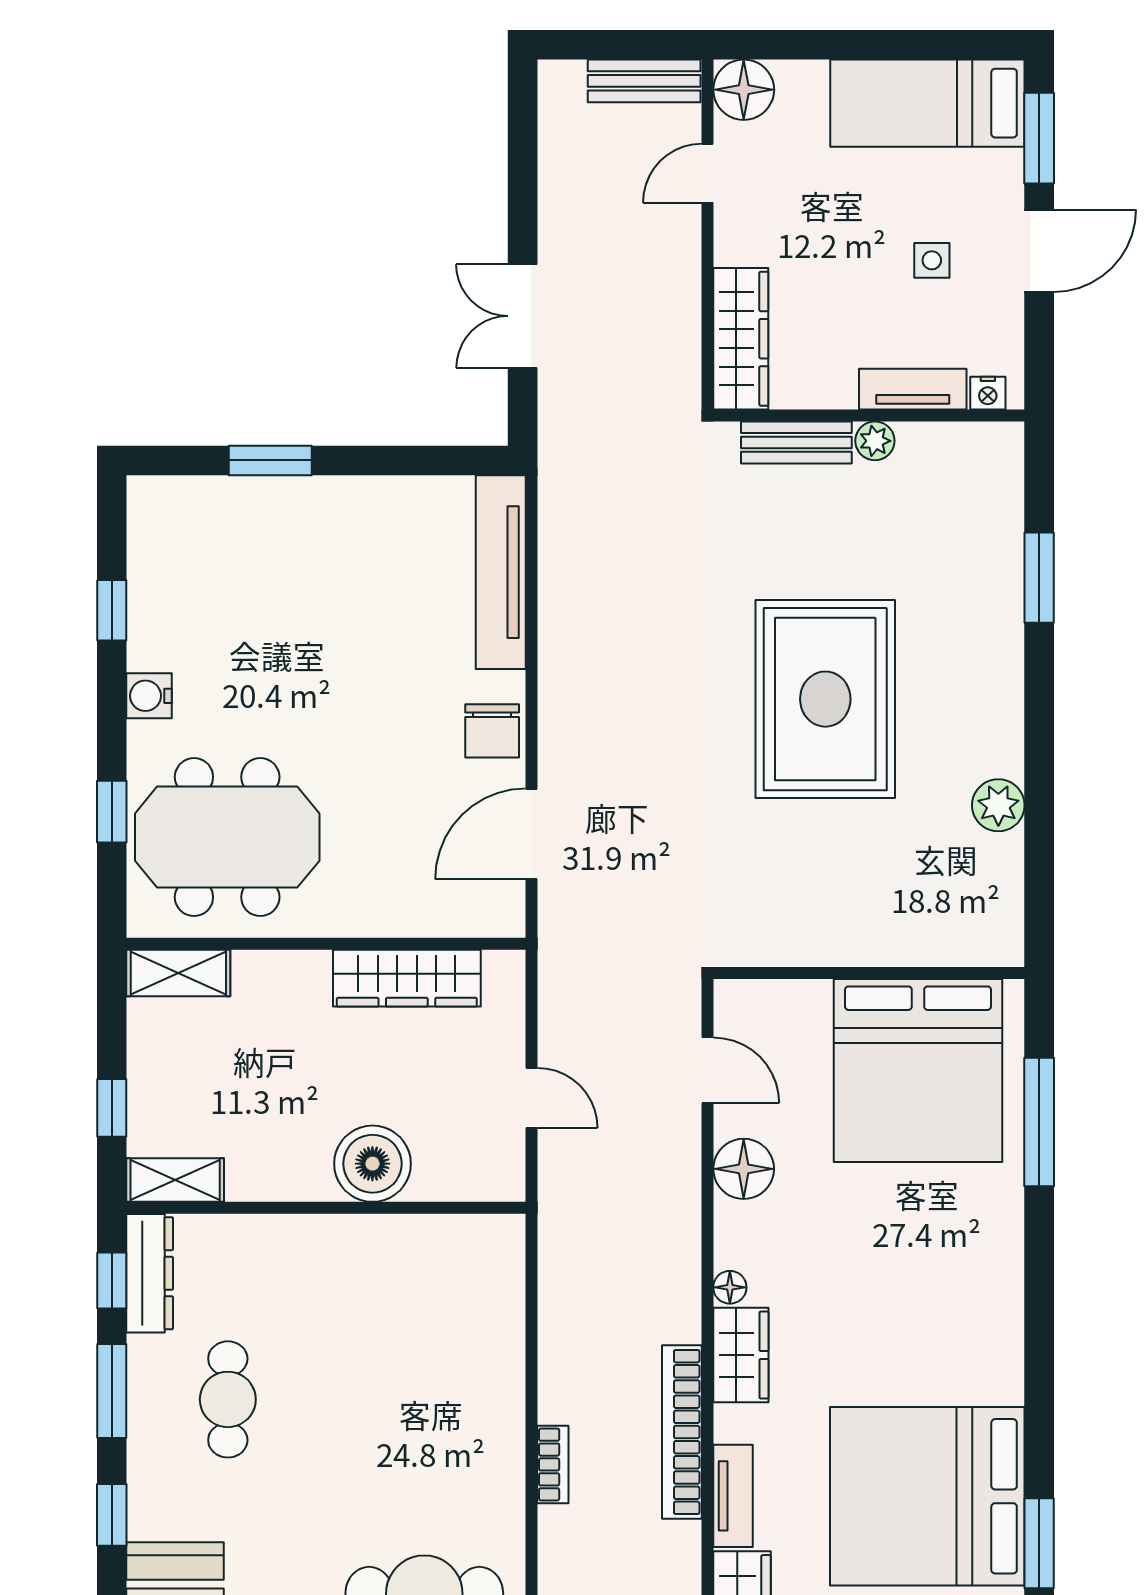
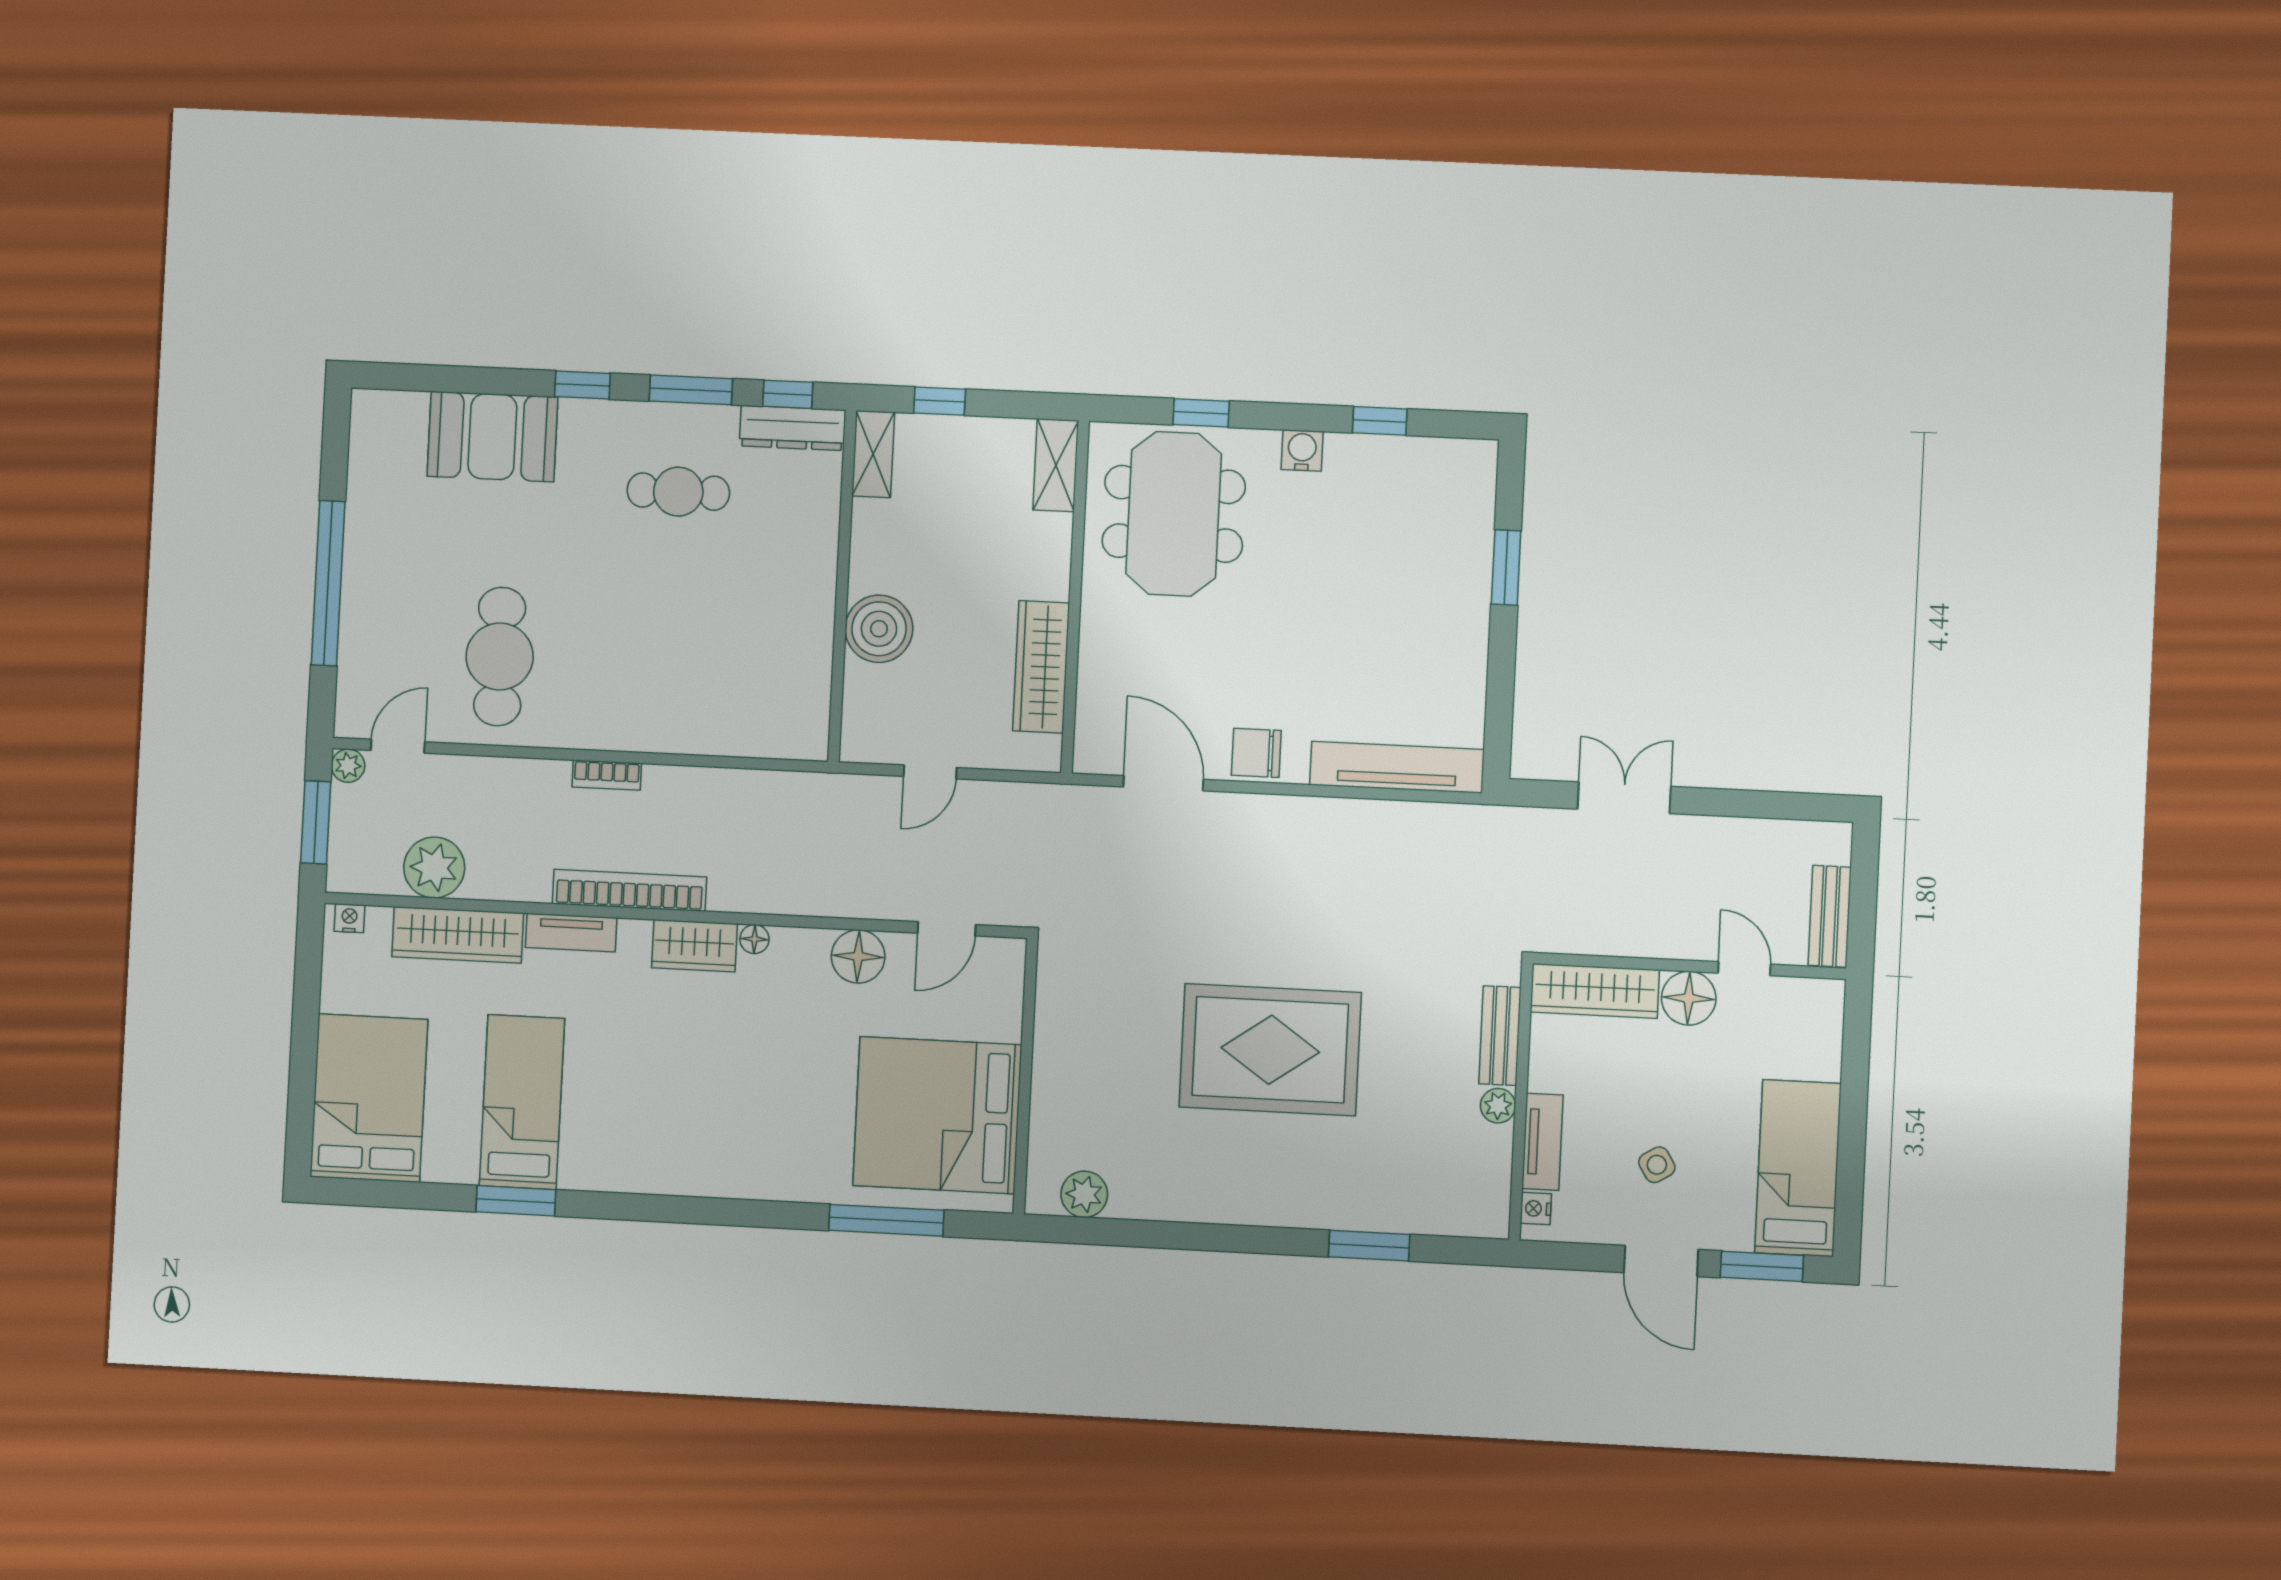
floor lamp: (744, 90) -> (1689, 998), moved
side table: (932, 260) -> (1657, 1165), turned -31
plant: (998, 805) -> (1084, 1194), moved
bed: (927, 1496) -> (522, 1102), width x0.49

